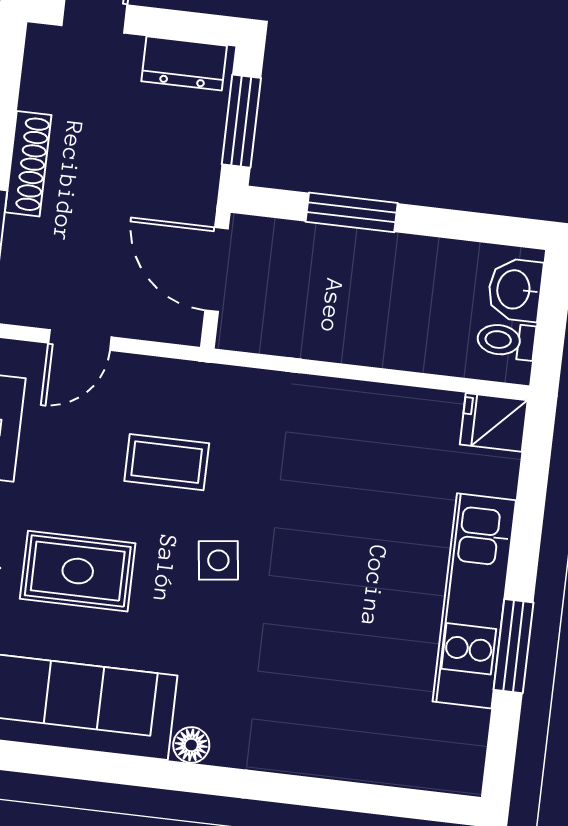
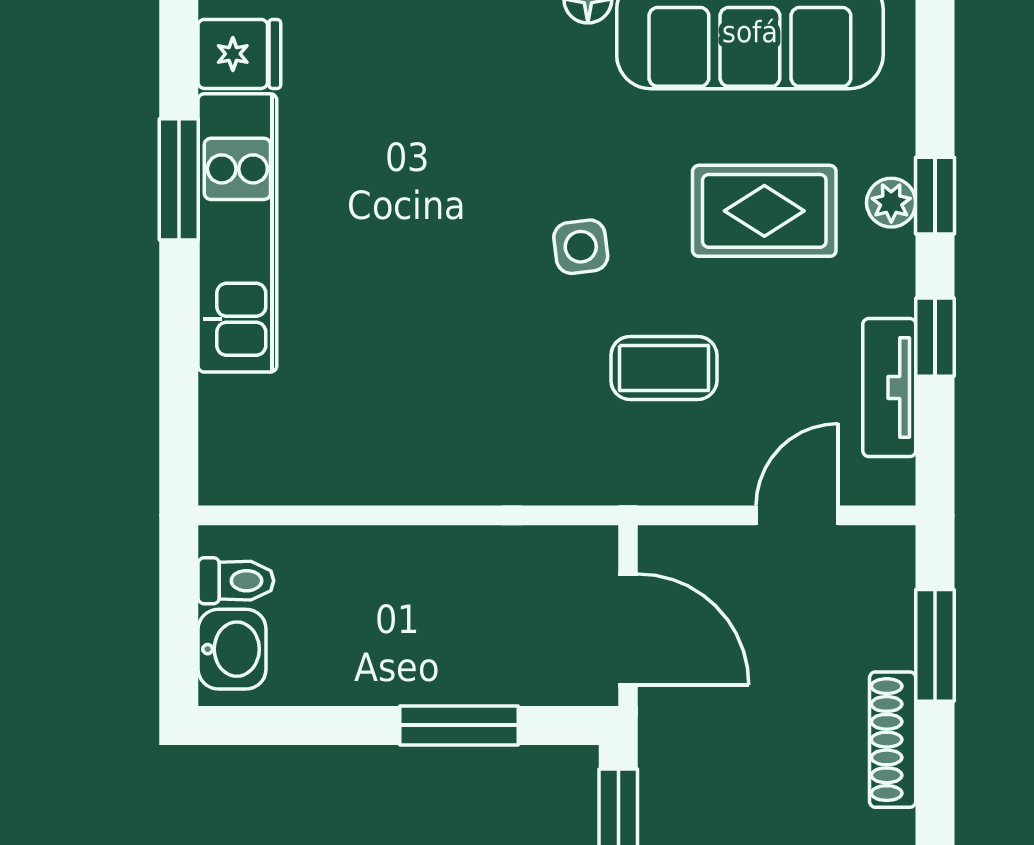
fridge: (494, 422) -> (239, 54), moved

